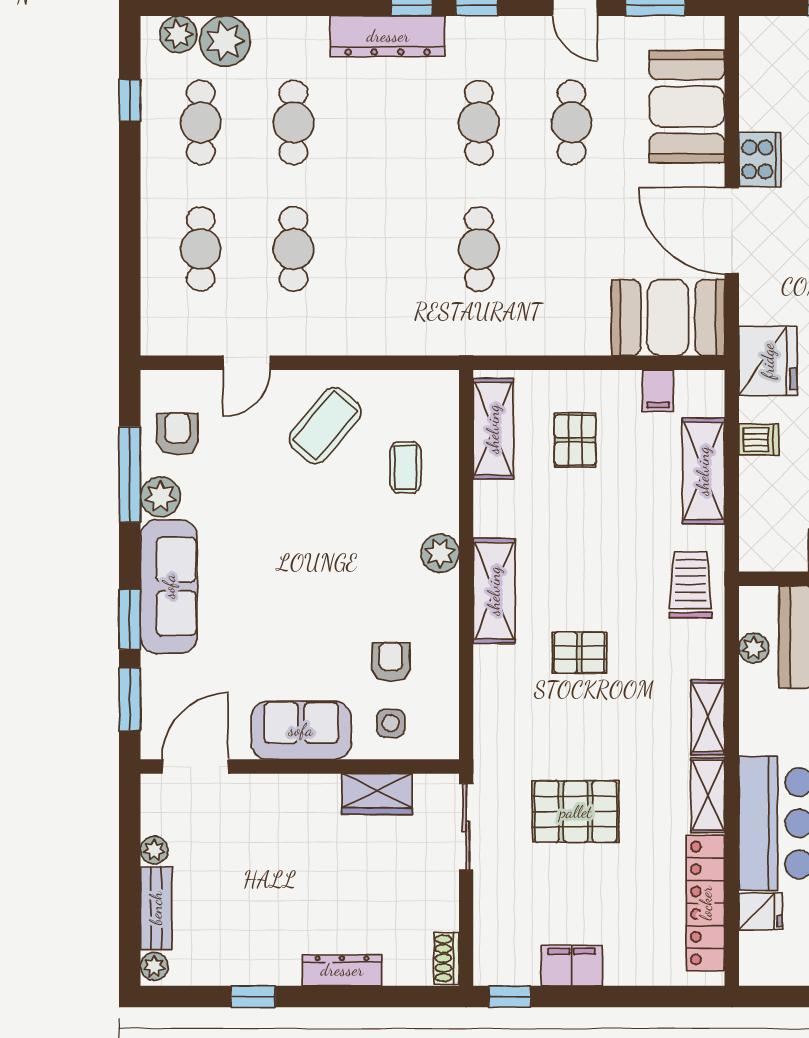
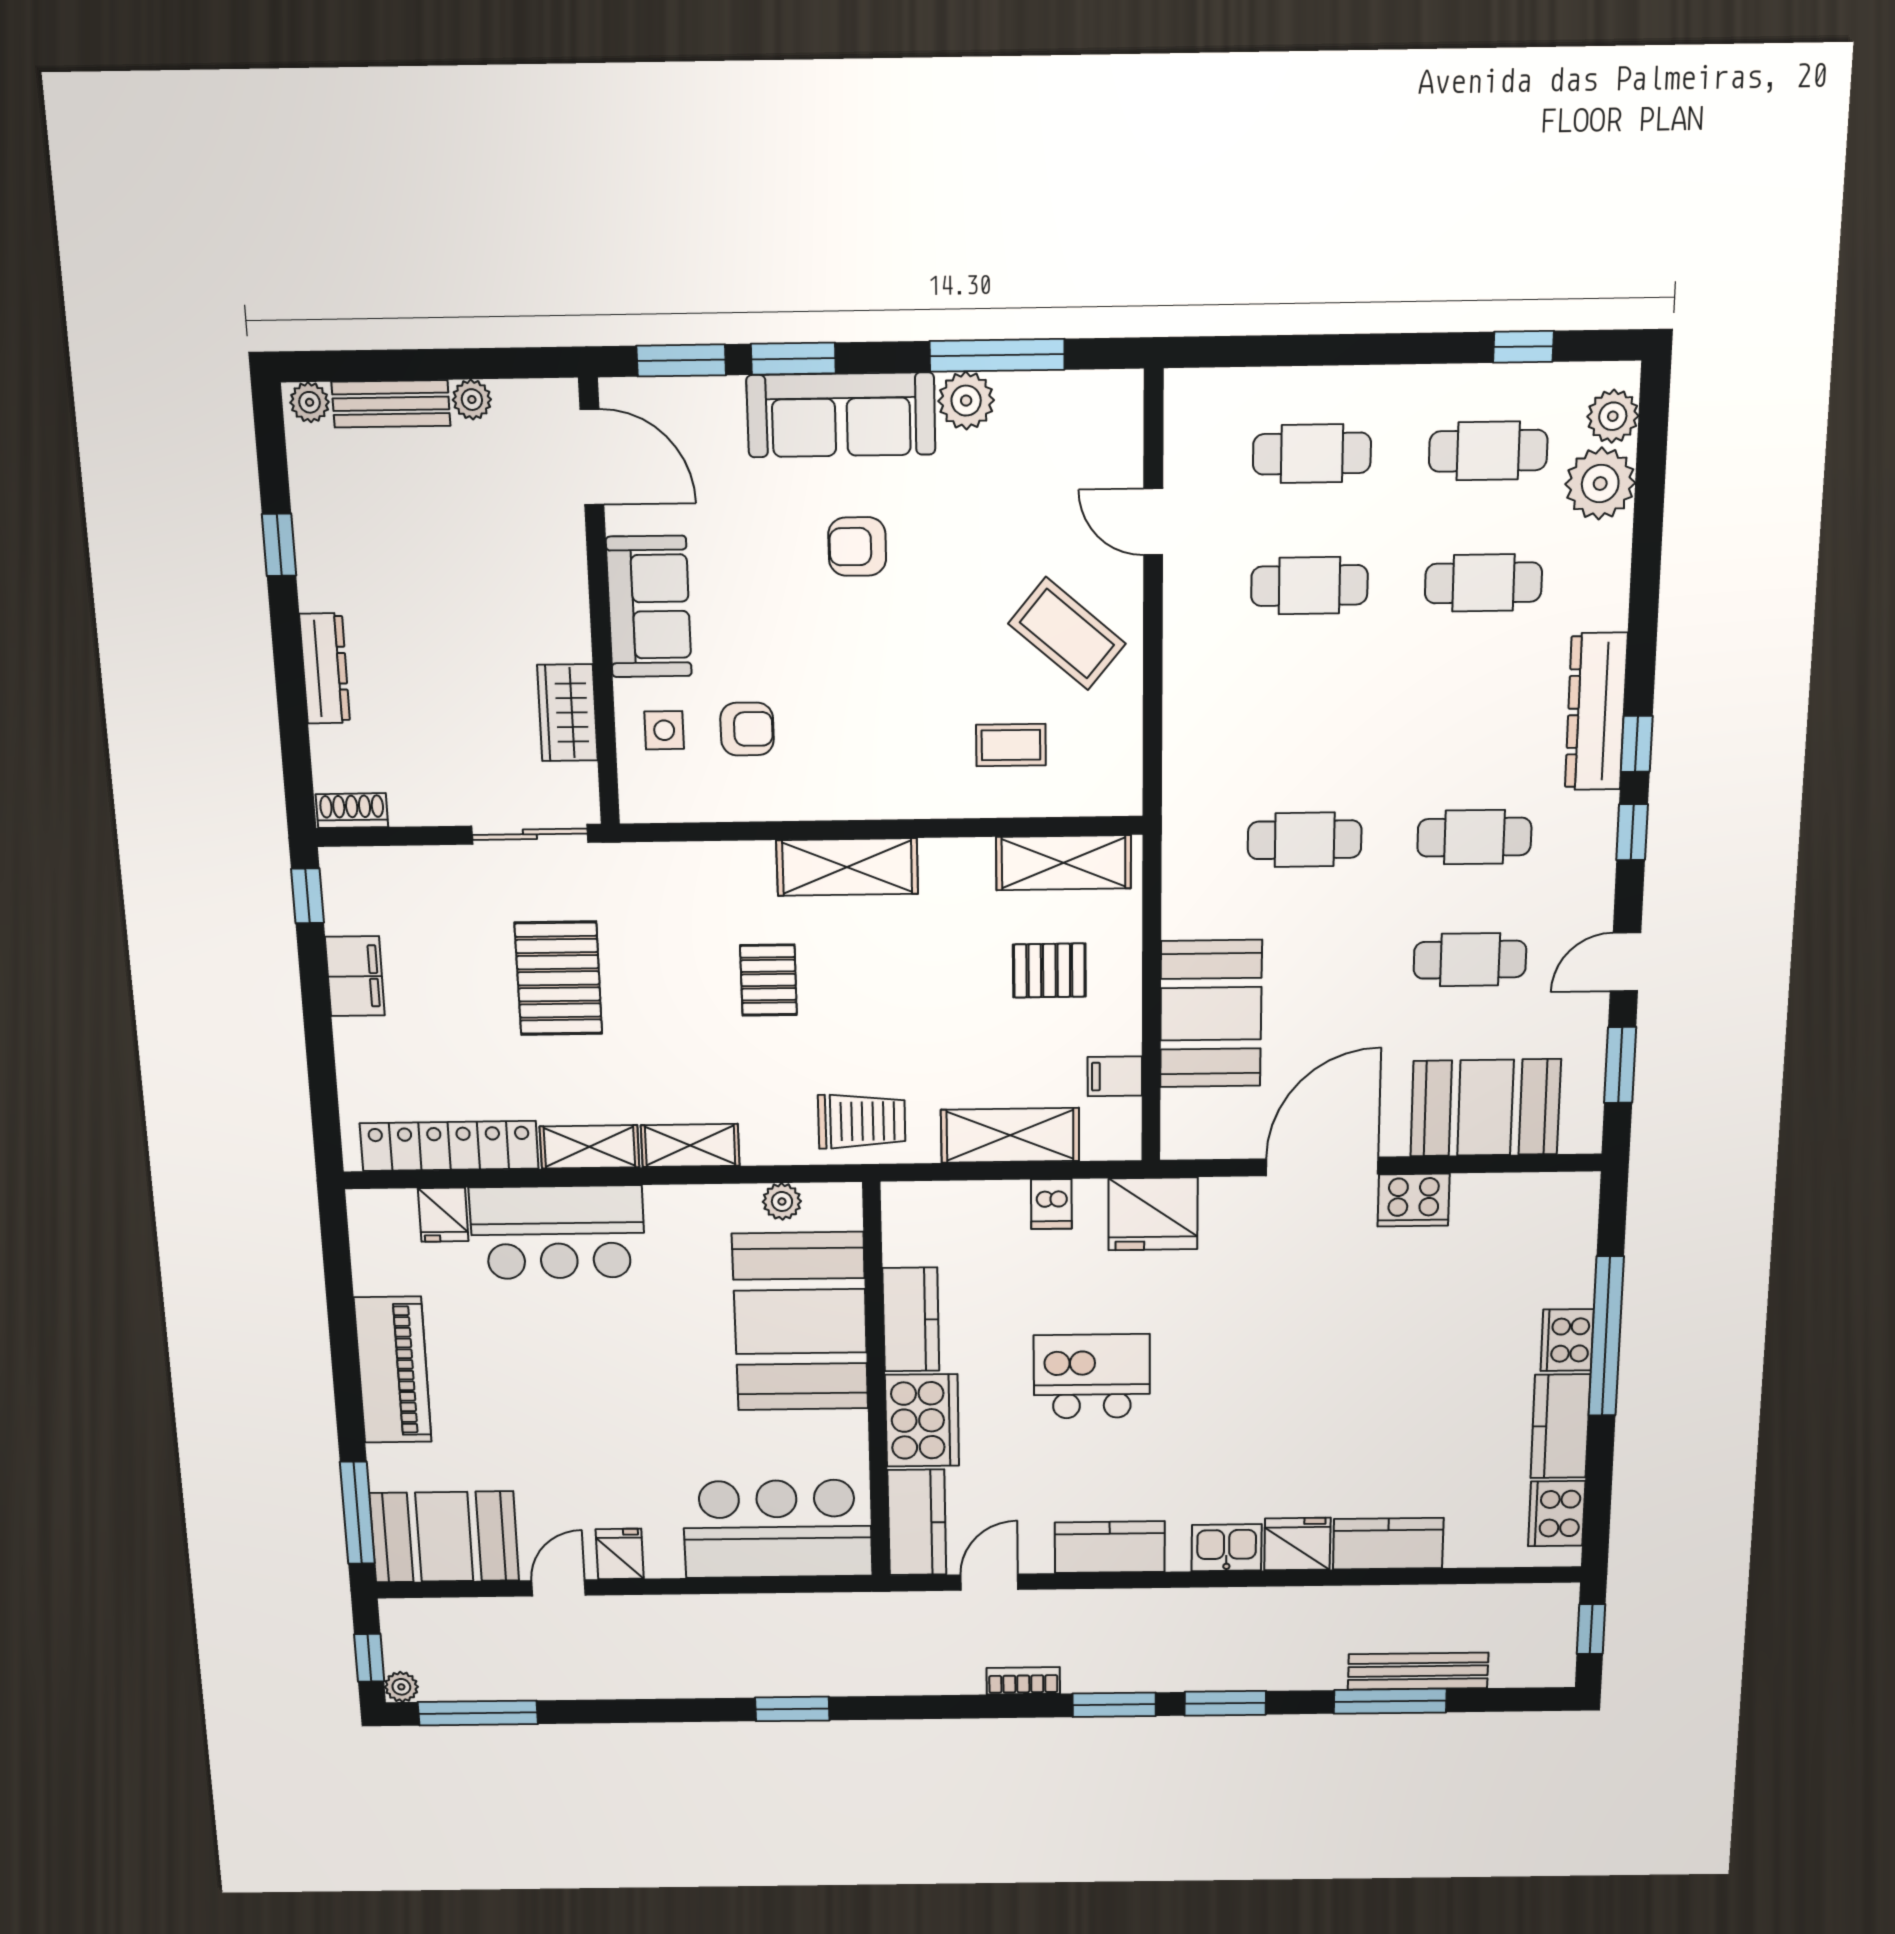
booth: (668, 318) -> (1211, 1014), moved
armchair: (177, 434) -> (857, 547), moved, turned 180
plant: (440, 553) -> (896, 794), removed

